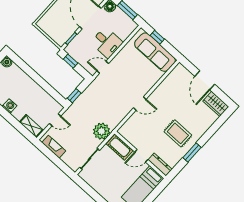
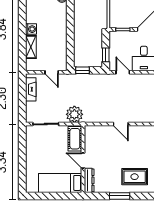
window: (71, 61) -> (106, 55), moved
shelving: (31, 126) -> (31, 47), moved
rug: (178, 133) -> (135, 177), moved, turned 90

